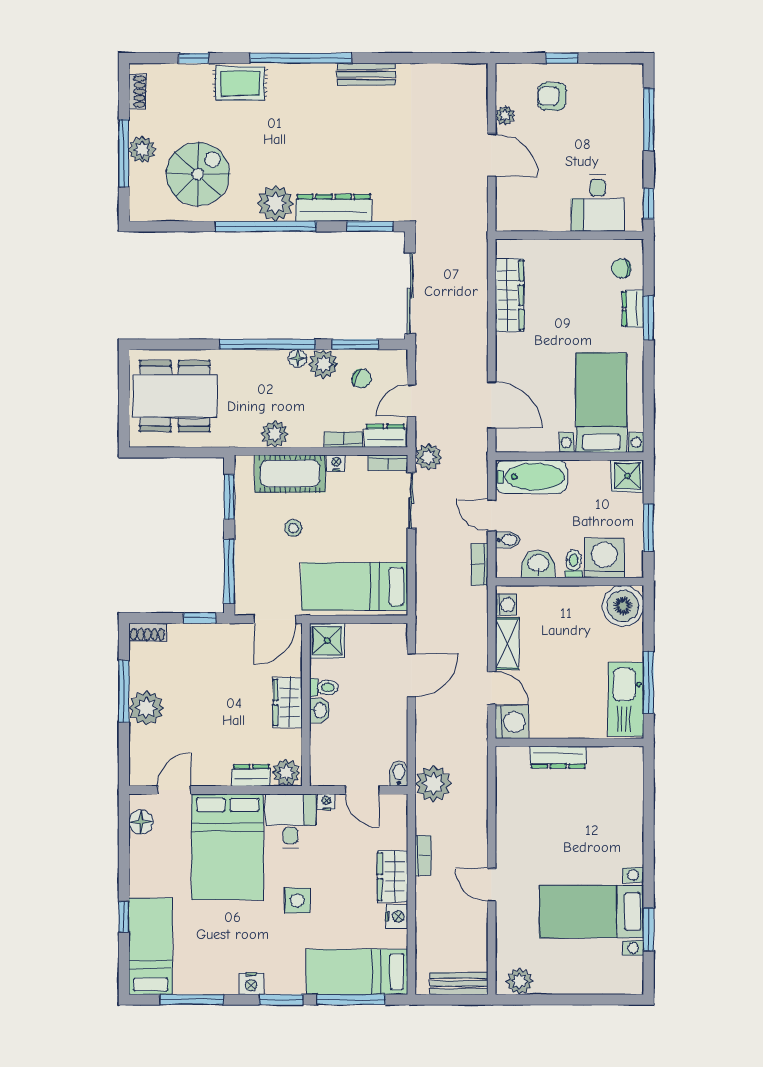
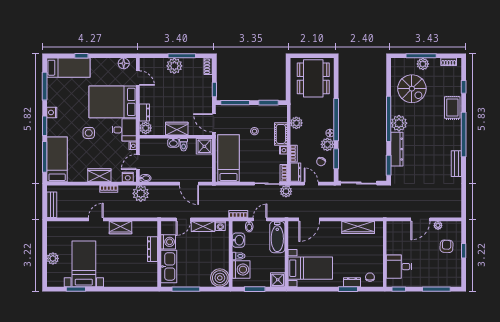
cot: (290, 474) -> (281, 134), width x0.73, depth x0.75
kitchen sink: (626, 699) -> (169, 266), moved, turned 90
washing machine: (512, 722) -> (168, 242), moved, turned -90
wardrobe: (510, 829) -> (121, 227), added
nightstand: (396, 916) -> (128, 177), moved
plant: (520, 981) -> (53, 258), moved

